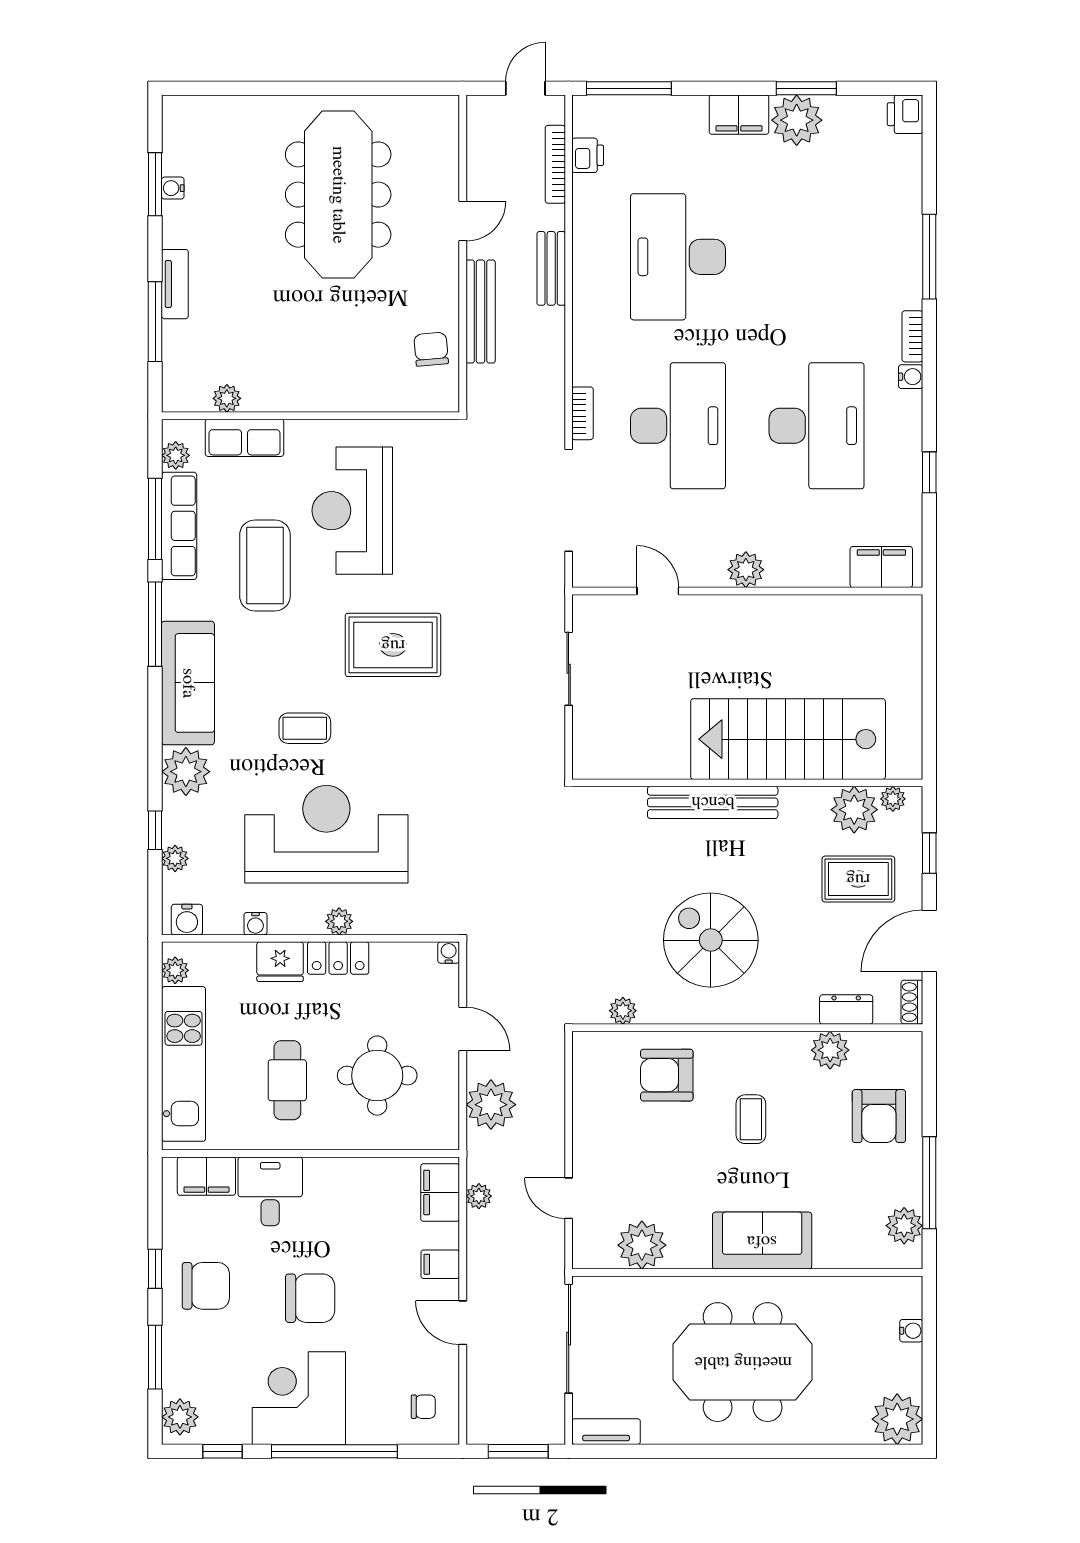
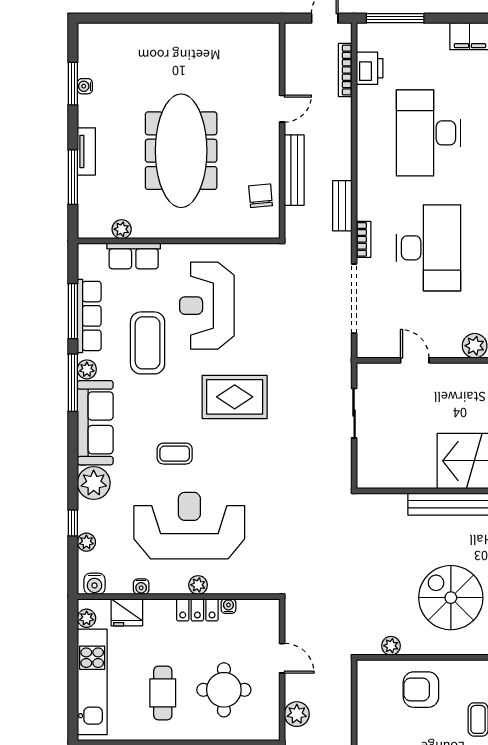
printer: (588, 155) -> (370, 68), width x1.36, depth x1.24
meeting table: (338, 195) -> (181, 151), moved
bench: (551, 268) -> (342, 206), moved
plant: (176, 455) -> (87, 369), moved
water cooler: (449, 953) -> (228, 606), moved
fridge: (280, 962) -> (127, 612), moved
plant: (491, 1105) -> (297, 714), width x0.73, depth x0.73

